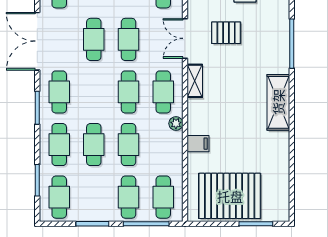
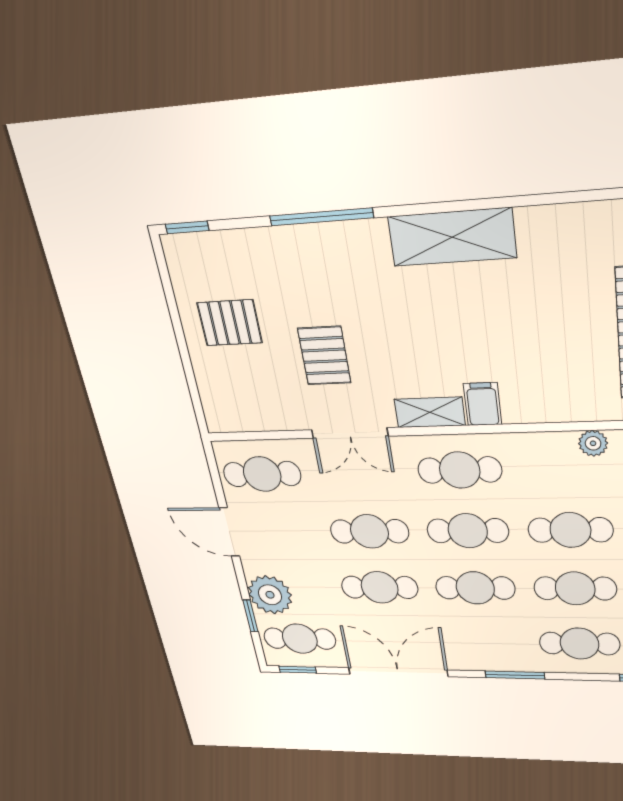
double door: (37, 41) -> (398, 672), swing flipped
cafe table: (59, 92) -> (475, 588), moved
plant: (176, 123) -> (593, 443), moved
filing cabinet: (198, 144) -> (482, 404), moved

